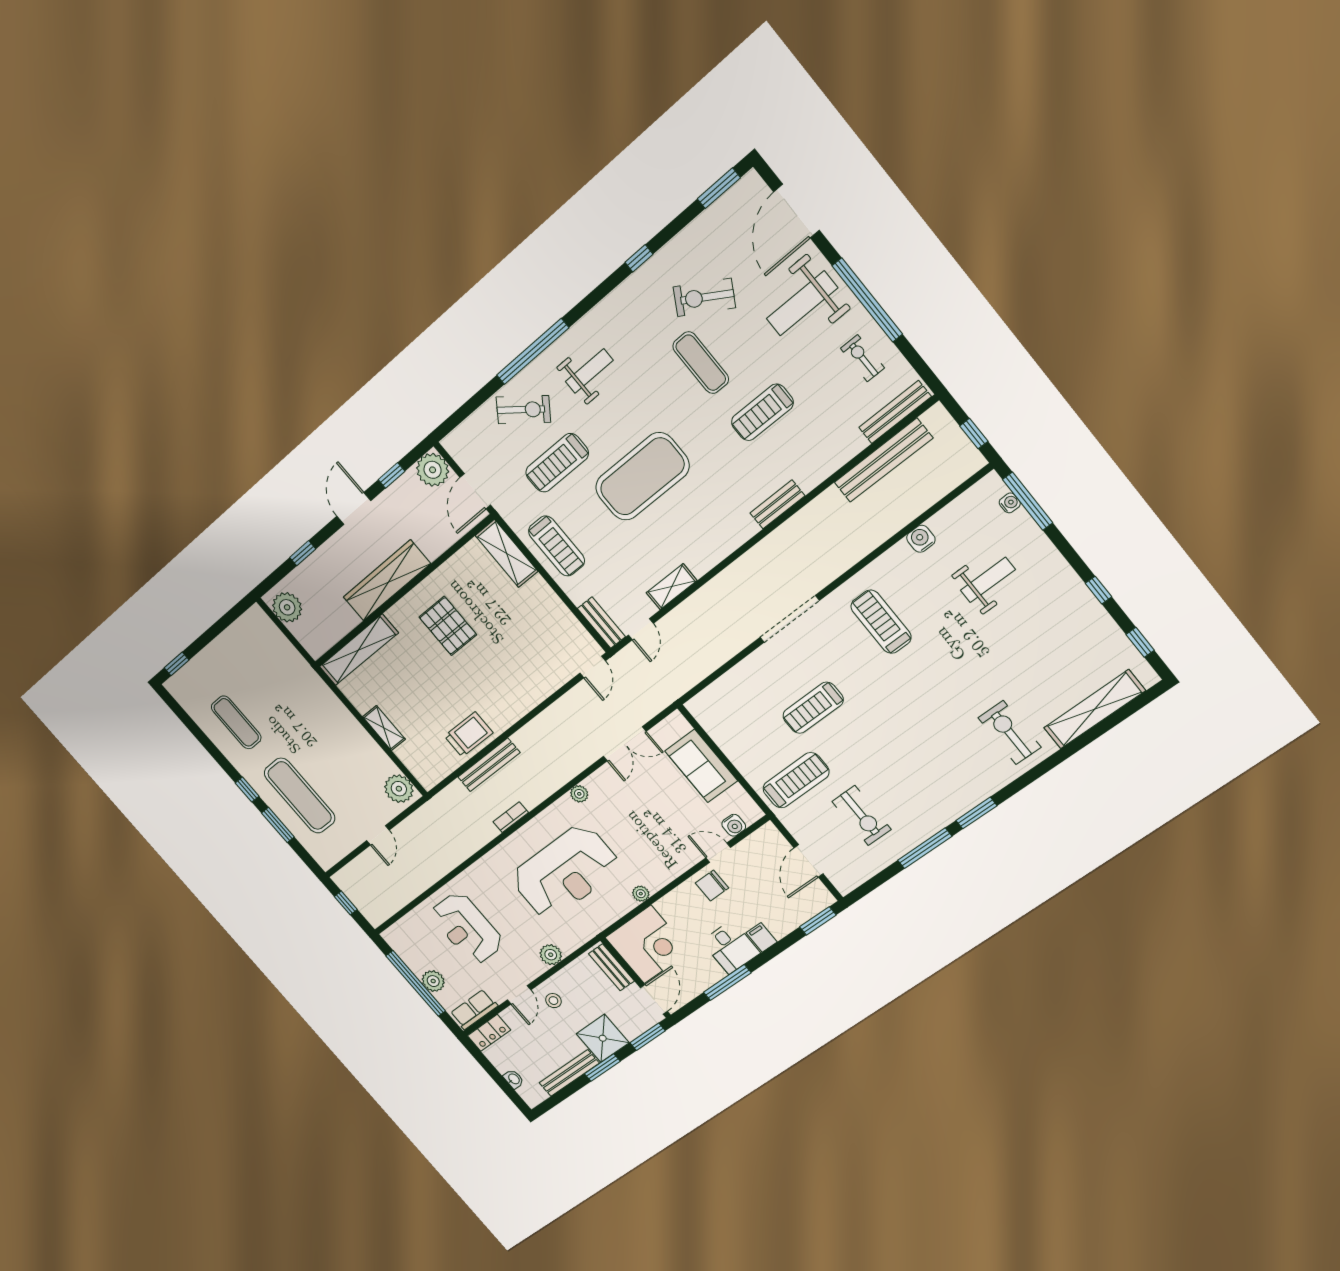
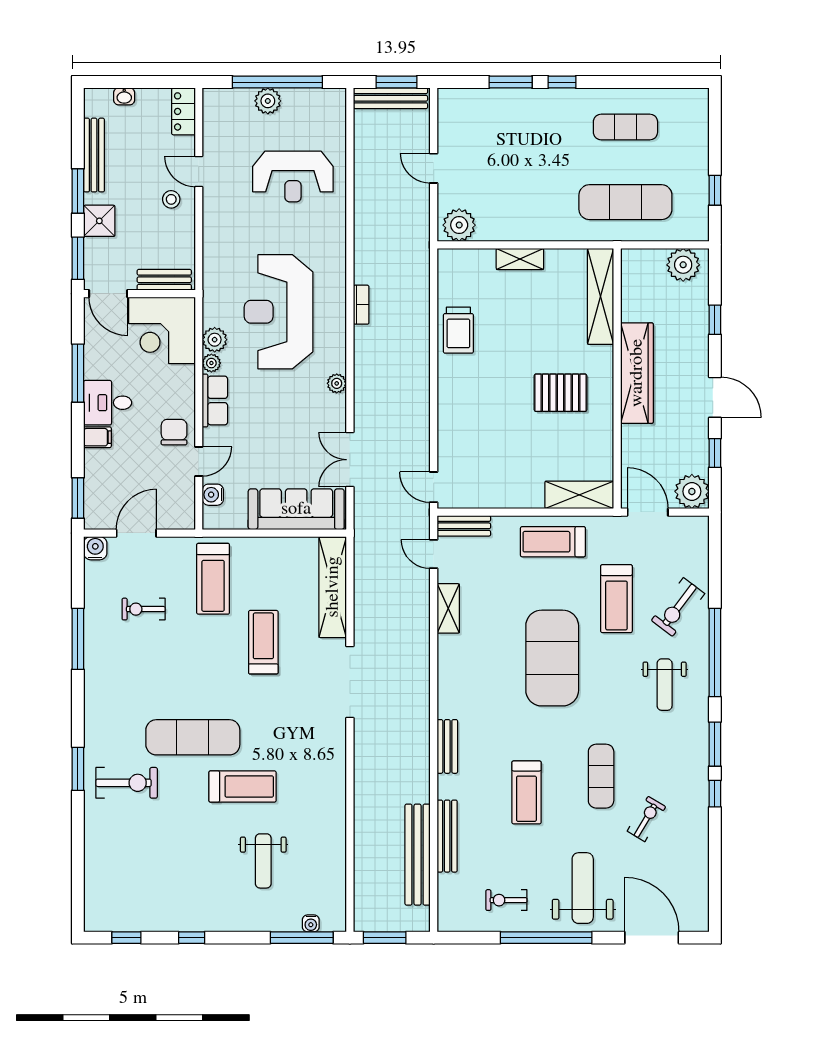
window: (719, 188) -> (715, 744), moved
exercise bike: (704, 297) -> (646, 819), width x0.73, depth x0.72
exercise bike: (862, 358) -> (506, 900), turned 180
exercise mat: (701, 363) -> (601, 776), turned 90
treadmill: (762, 412) -> (526, 792), turned 180
bench: (895, 412) -> (447, 836), moved
window: (974, 434) -> (385, 938), width x1.50
treadmill: (557, 463) -> (616, 599), turned 180
water cooler: (921, 539) -> (95, 548), moved, turned -90
treadmill: (881, 622) -> (243, 786), moved
window: (177, 664) -> (715, 190), moved
exercise mat: (931, 708) -> (193, 737), added
shelving: (1094, 709) -> (333, 587), moved
bench: (489, 765) -> (390, 98), moved, turned 90
sofa: (701, 766) -> (296, 509), width x1.36
exercise mat: (300, 796) -> (625, 202), moved
window: (976, 813) -> (78, 769), moved
exercise bike: (862, 815) -> (144, 609), width x0.73, depth x0.72
door: (809, 861) -> (136, 533), hinge flipped
window: (346, 903) -> (396, 82), width x1.50
reception desk: (467, 928) -> (293, 177), turned 180
plant: (551, 955) -> (215, 340), moved
row of seats: (474, 1010) -> (215, 401), moved
shower: (603, 1038) -> (99, 221), width x0.73, depth x0.73

